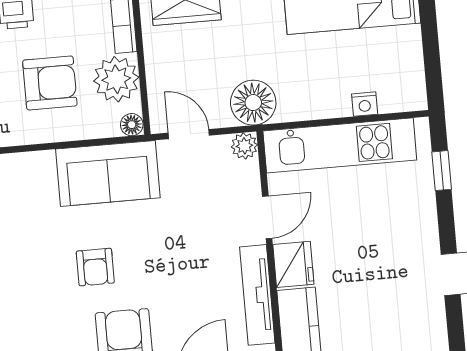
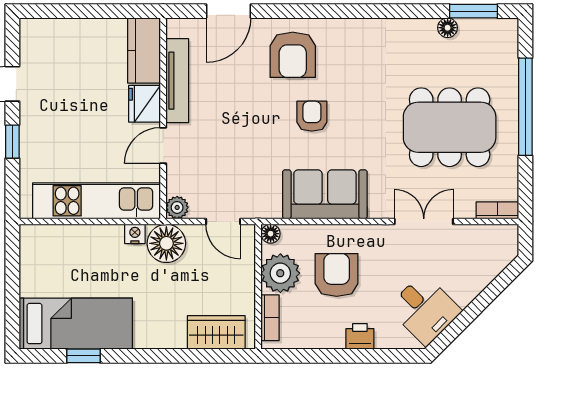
armchair: (50, 83) -> (337, 275), turned 90
nightstand: (365, 104) -> (135, 234), moved
window: (442, 171) -> (12, 142), moved
sofa: (108, 173) -> (325, 194), moved

